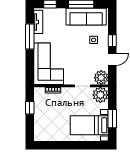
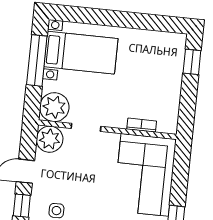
window: (30, 108) -> (192, 62), moved
window: (112, 119) -> (37, 60), width x1.44

